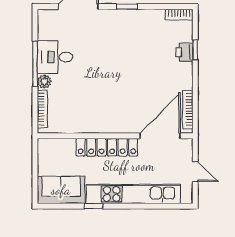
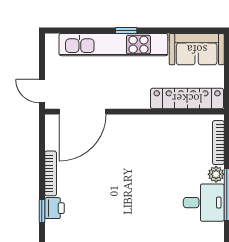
bookcase: (188, 110) -> (51, 173), moved
locker: (107, 147) -> (187, 98), moved
door: (195, 171) -> (42, 91), moved
window: (93, 206) -> (126, 30), moved

